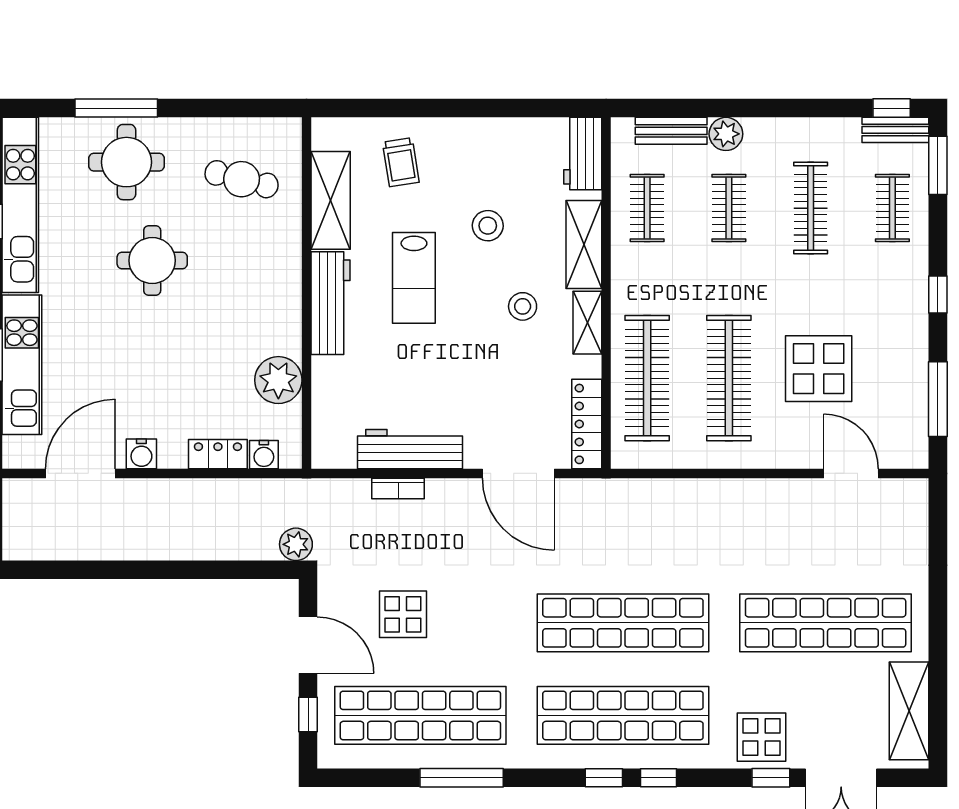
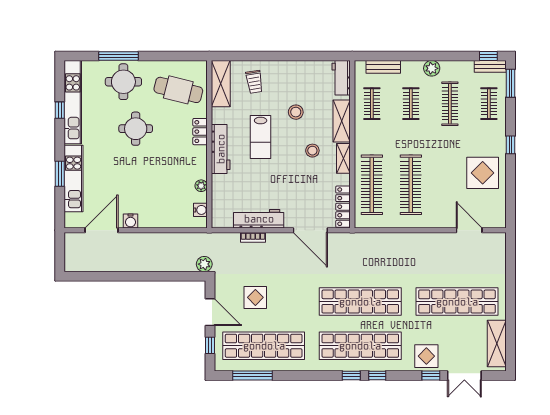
plant: (726, 134) -> (432, 68), moved
cafe table: (242, 179) -> (178, 90), width x1.37, depth x1.35
shelving: (331, 200) -> (221, 84), moved
display table: (819, 369) -> (483, 173), moved
plant: (278, 380) -> (201, 186), width x0.53, depth x0.53
window: (938, 399) -> (511, 195), removed
locker: (218, 454) -> (200, 132), moved, turned -90
water cooler: (264, 455) -> (200, 210), moved, turned -90
window: (462, 778) -> (252, 375), moved

